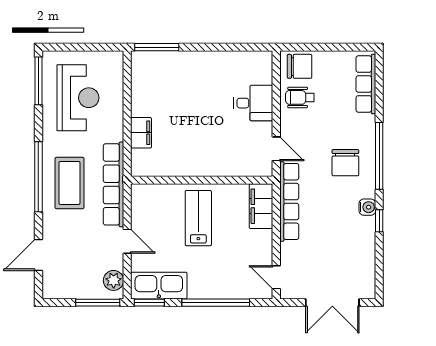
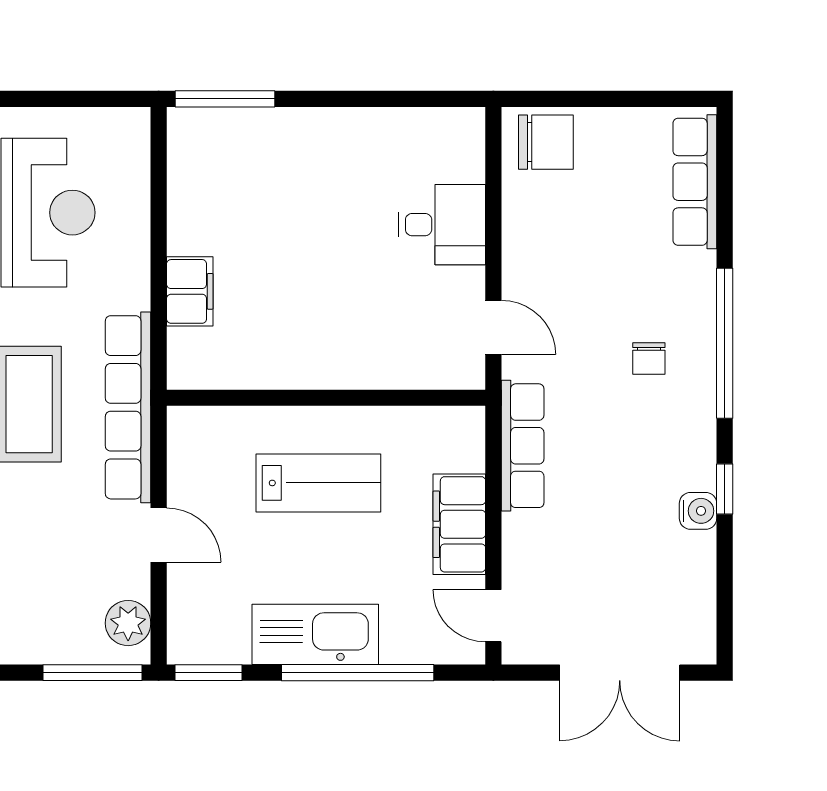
wheelchair: (300, 97) -> (547, 212), removed
chair: (345, 163) -> (649, 359), width x0.54, depth x0.54
row of seats: (289, 202) -> (523, 446), width x0.73
filing cabinet: (261, 206) -> (459, 524), moved
water cooler: (367, 207) -> (698, 511), moved
lab bench: (198, 218) -> (318, 483), turned 90
kitchen sink: (159, 286) -> (315, 634), moved

